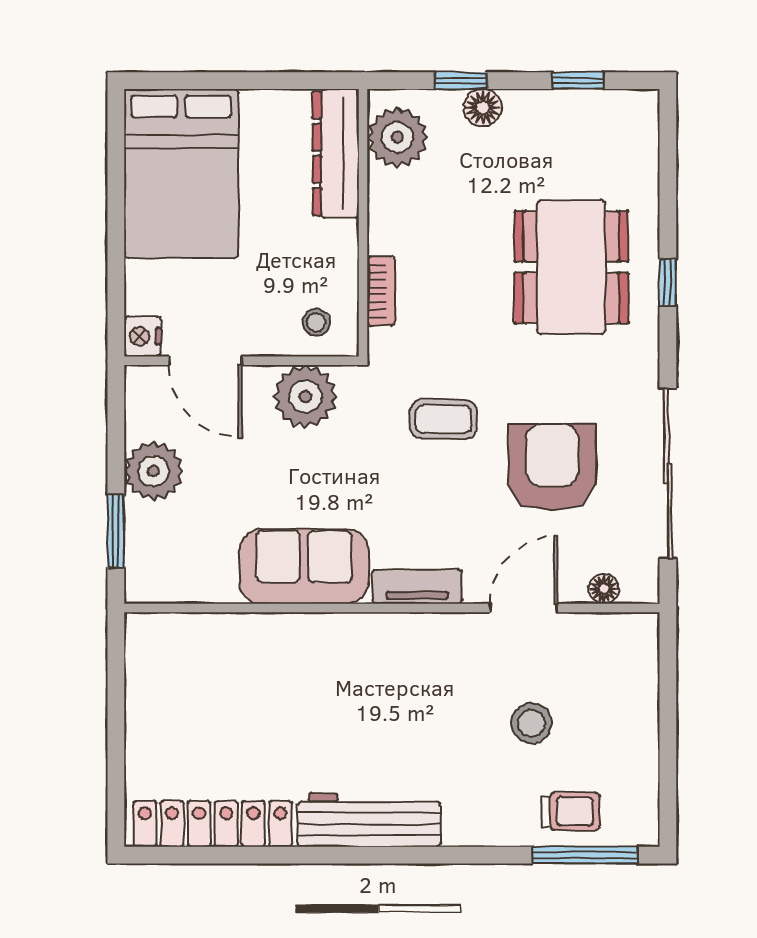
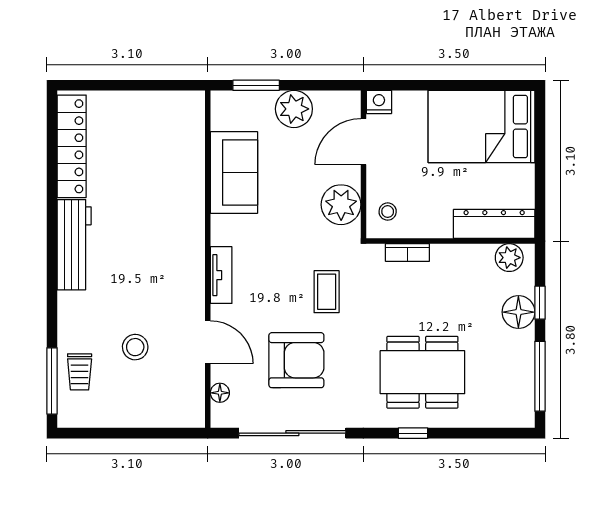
window: (578, 81) -> (540, 376), width x2.17
floor lamp: (483, 108) -> (518, 312), width x1.38, depth x1.38
plant: (397, 137) -> (509, 258), width x0.73, depth x0.73
sofa: (304, 566) -> (234, 173), moved

